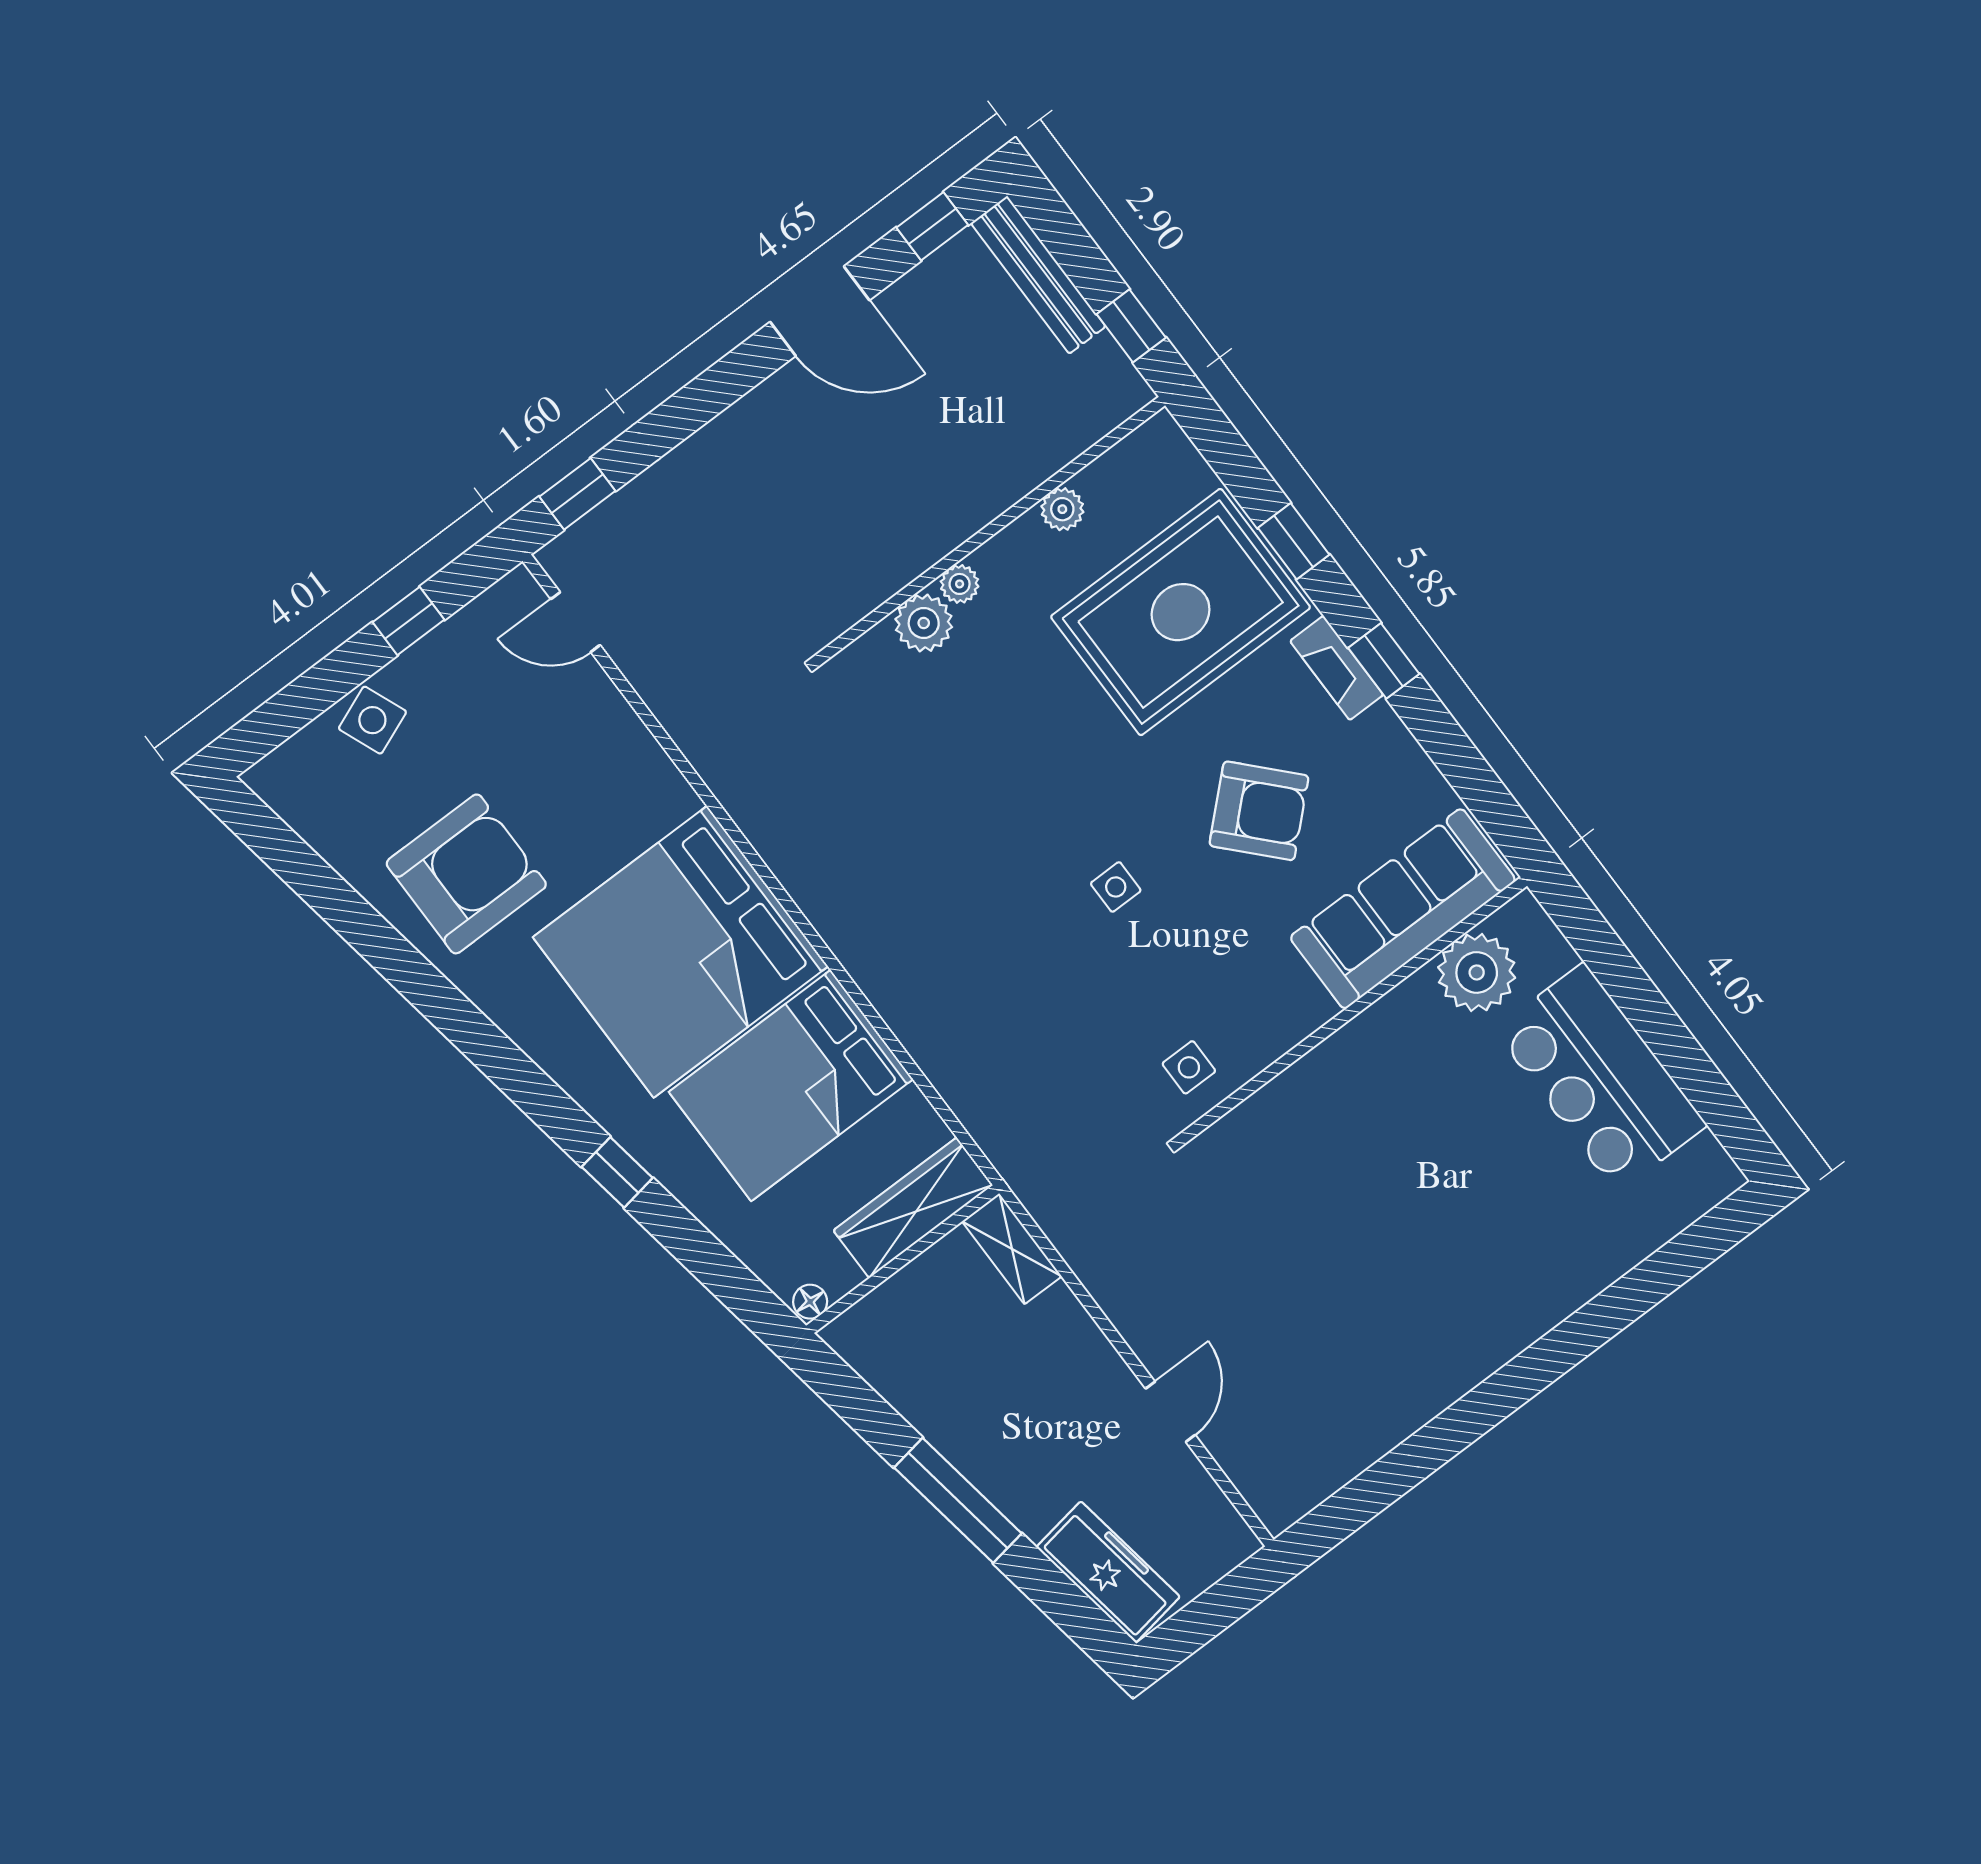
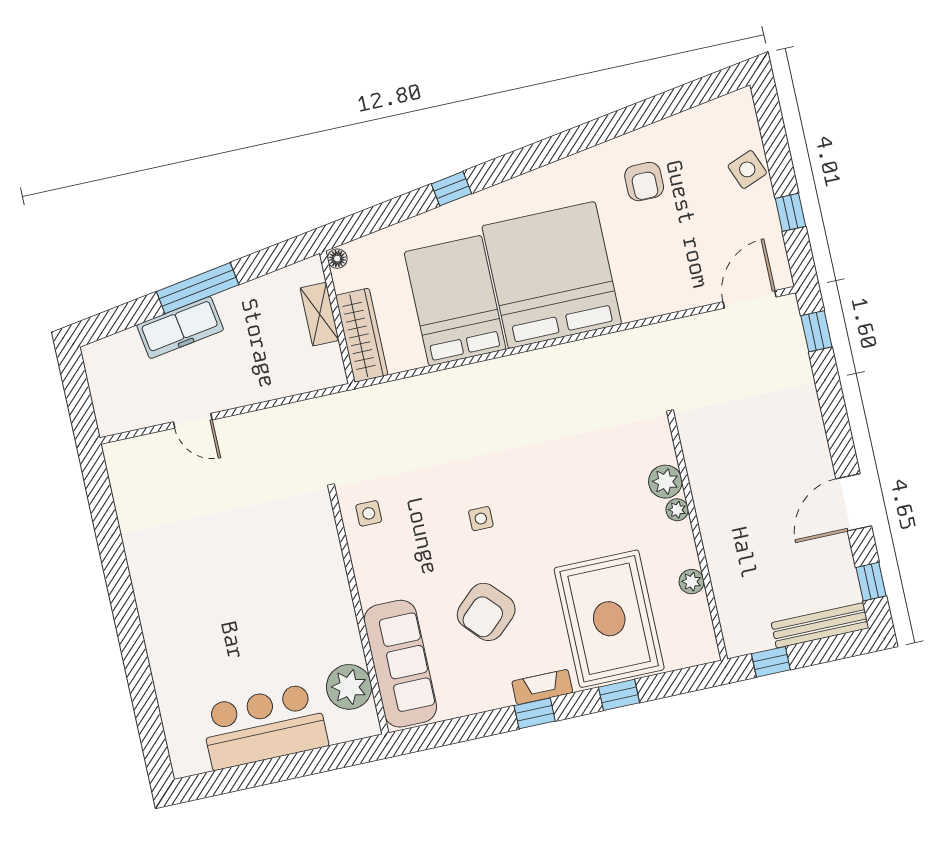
door: (575, 622) -> (750, 299), width x1.38
armchair: (466, 874) -> (644, 182), width x0.53, depth x0.53
shelving: (1012, 1249) -> (319, 314), moved, turned 90
freezer: (1108, 1572) -> (180, 328), moved

